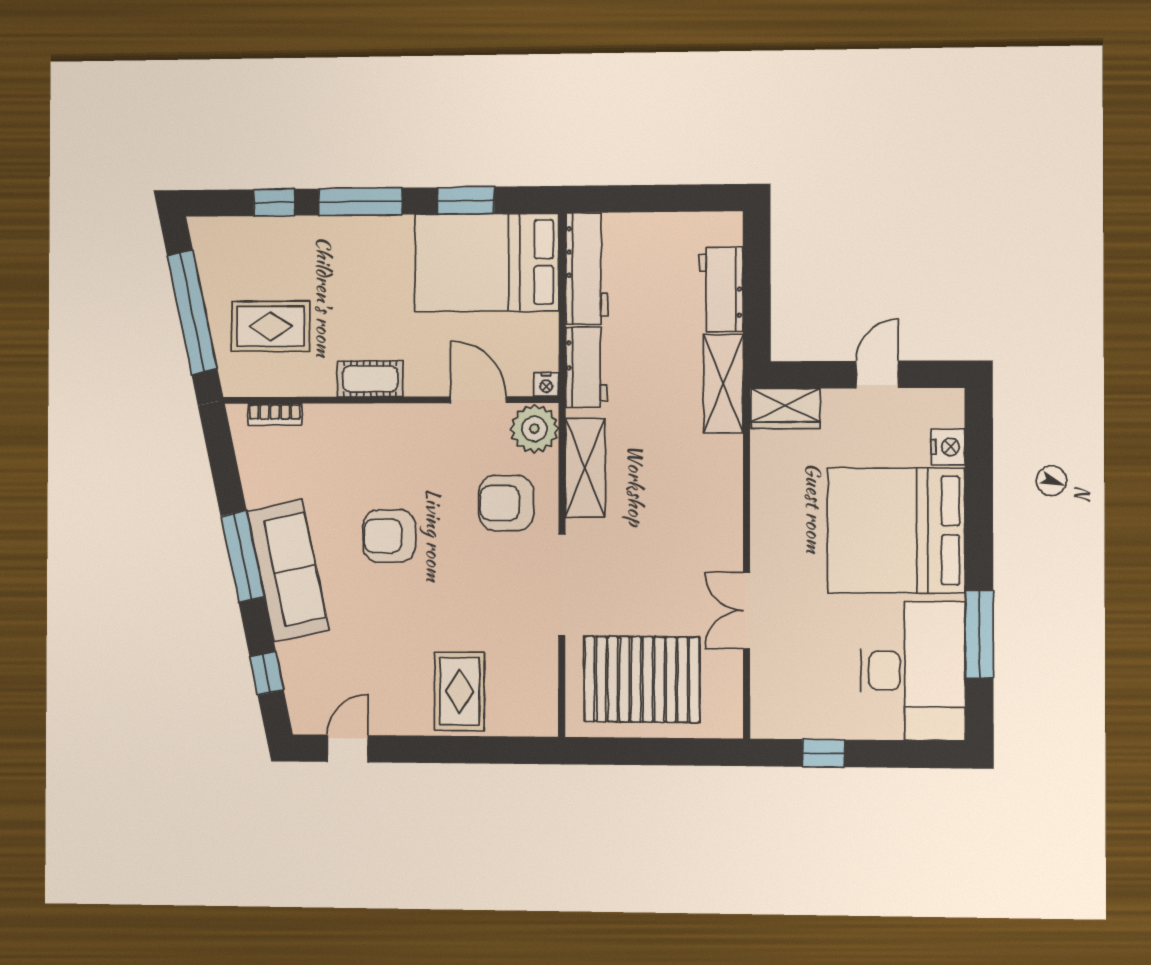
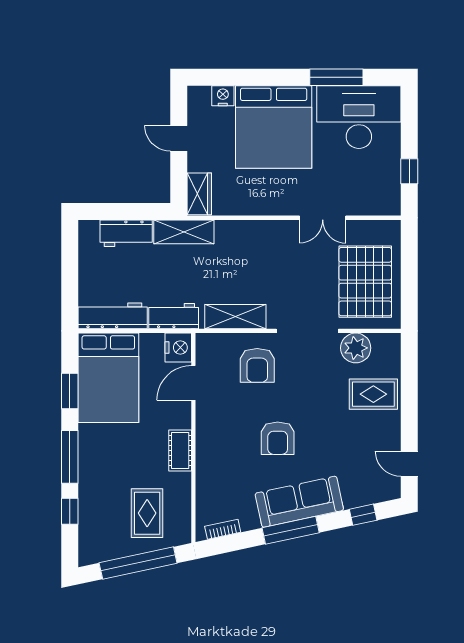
nightstand: (546, 384) -> (178, 348), width x1.89, depth x1.79
bookcase: (275, 415) -> (223, 529), moved, turned -102
plant: (534, 429) -> (356, 348), moved

